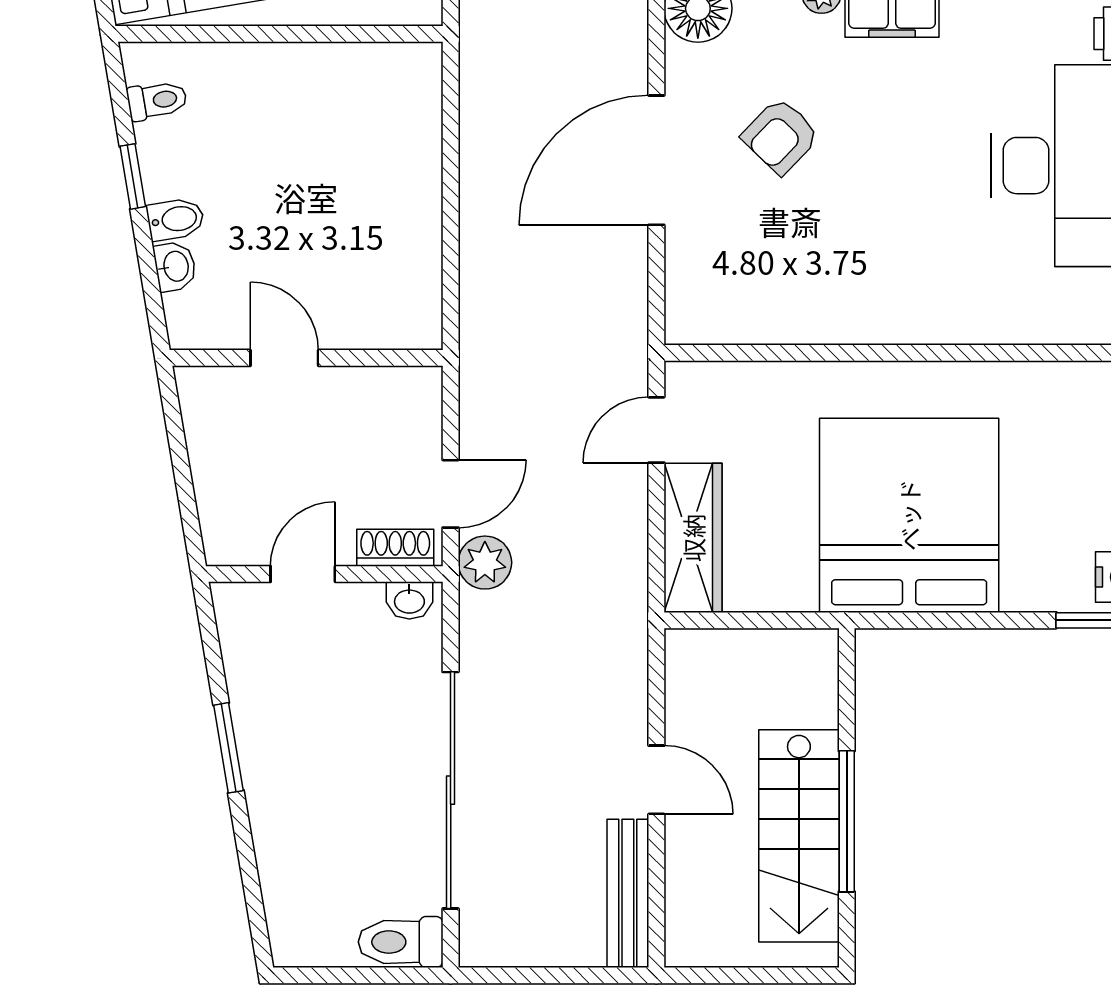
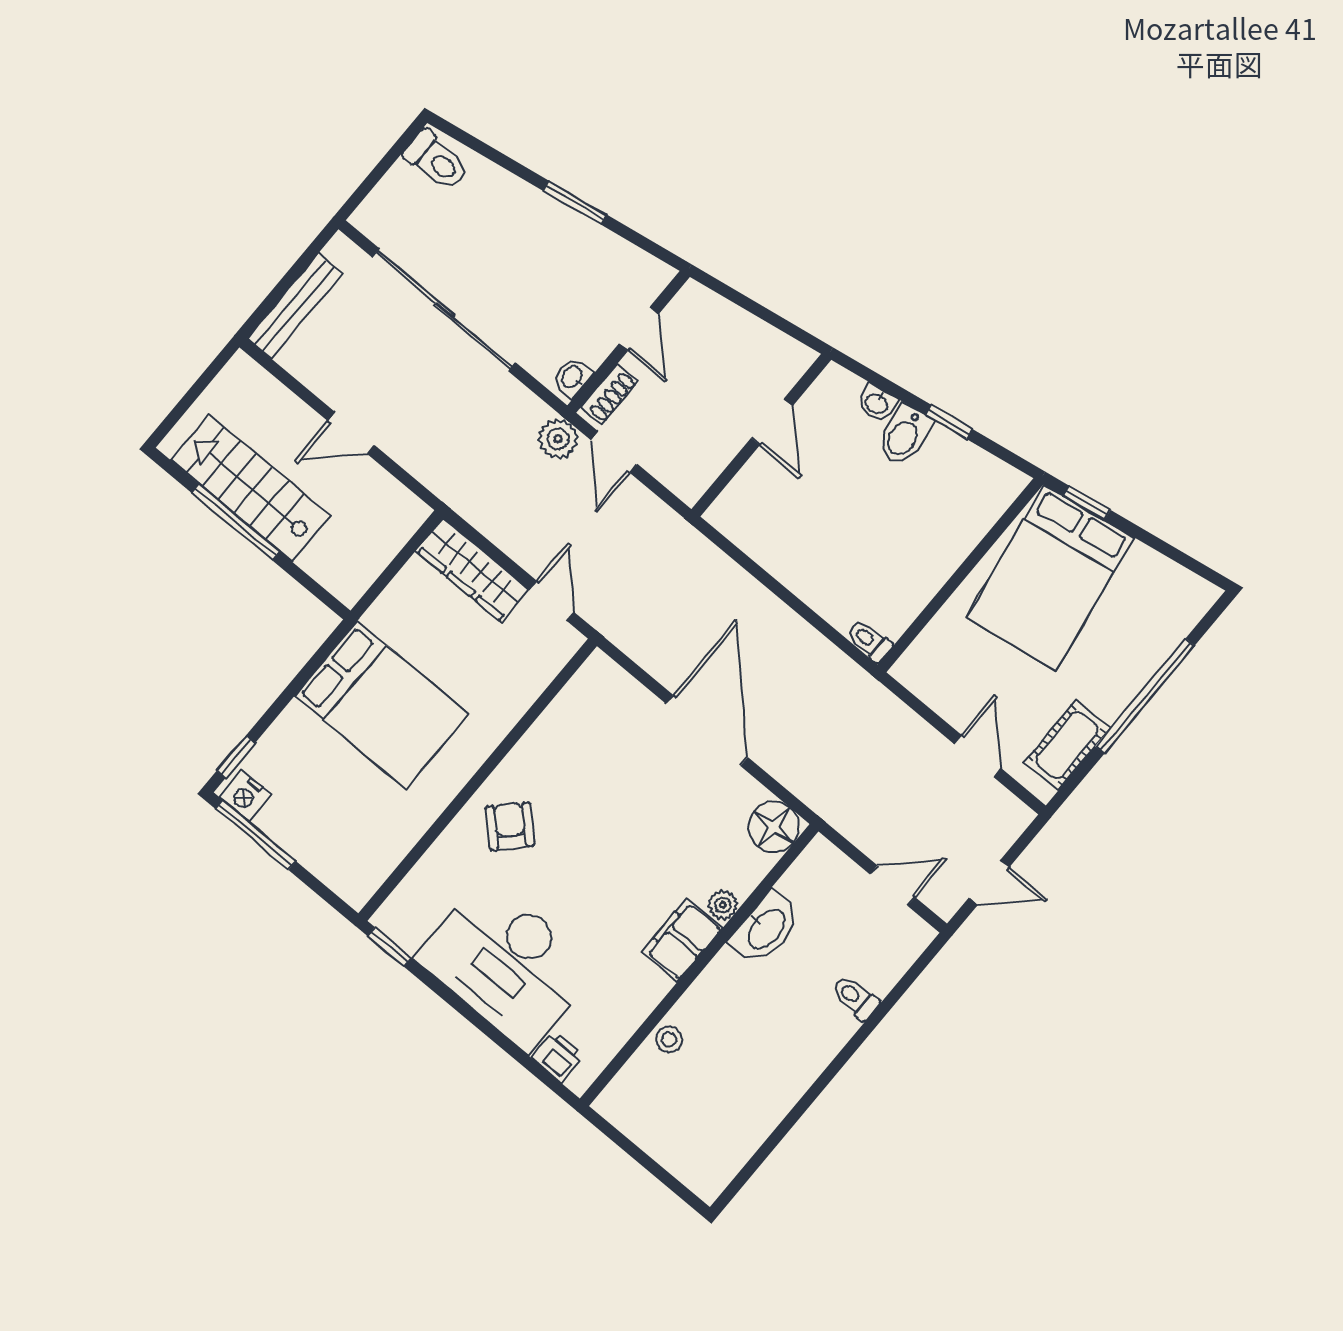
toilet: (157, 100) -> (869, 641), moved, turned 100
armchair: (781, 136) -> (510, 826), moved
bidet: (175, 219) -> (905, 435), width x1.38, depth x1.36
door: (284, 358) -> (772, 422), hinge flipped
bed: (909, 515) -> (382, 705), width x0.73
bench: (628, 893) -> (295, 306), moved, turned 90
toilet: (401, 942) -> (436, 161), moved, turned 90

